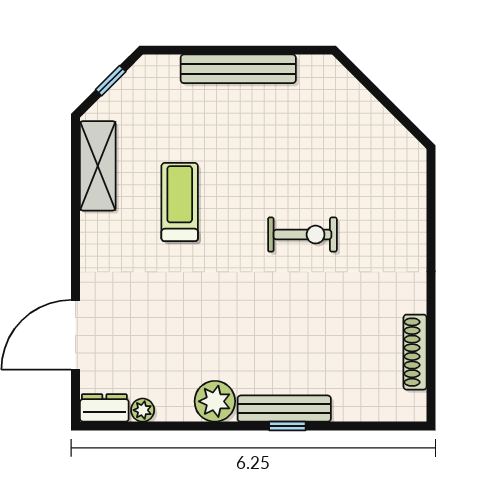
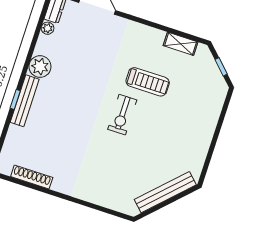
bench: (238, 69) -> (165, 192), moved, turned 45
shelving: (98, 166) -> (181, 44), width x0.67, depth x0.75
exercise bike: (302, 235) -> (122, 115), moved

